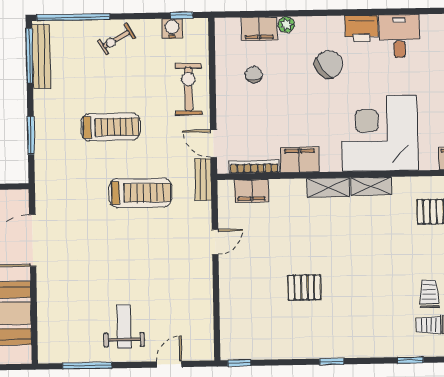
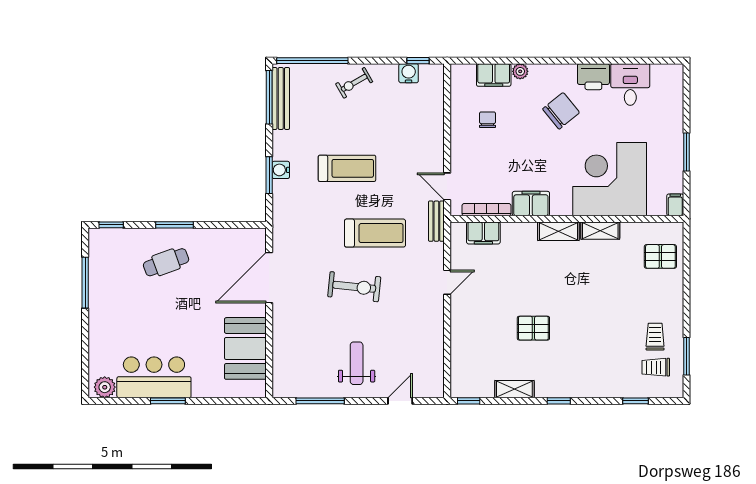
exercise bike: (188, 89) -> (354, 287), moved, turned 96
water cooler: (43, 130) -> (281, 170), added
shelving: (286, 350) -> (514, 389), added

